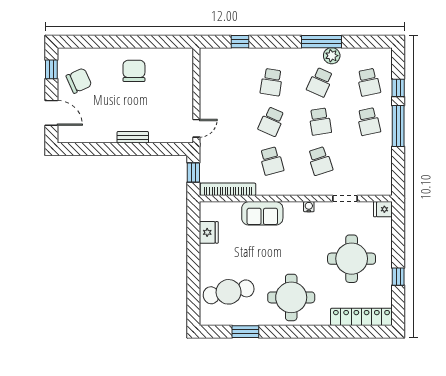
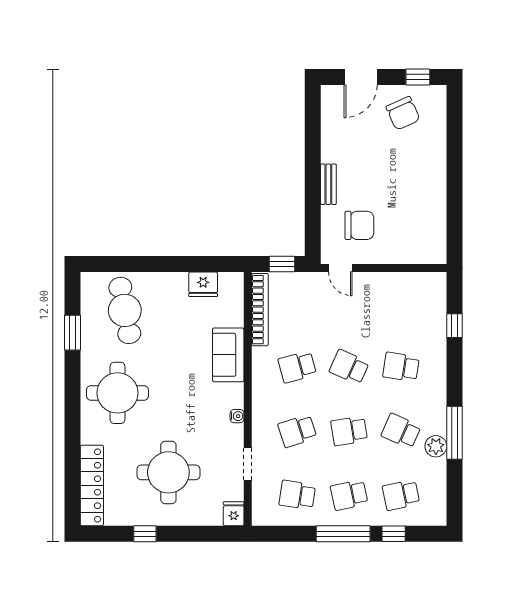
chair: (134, 71) -> (359, 225), moved
school desk: (369, 161) -> (297, 495), added

